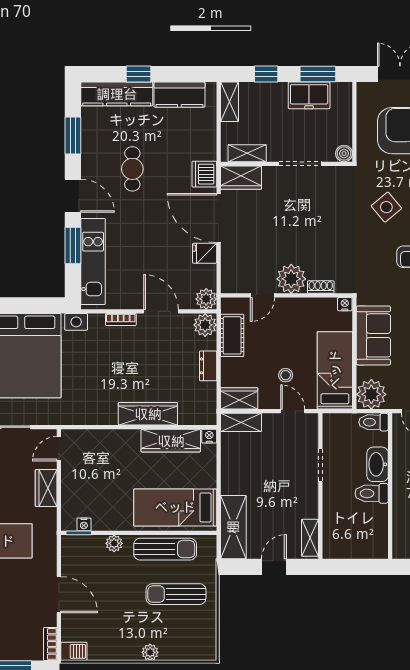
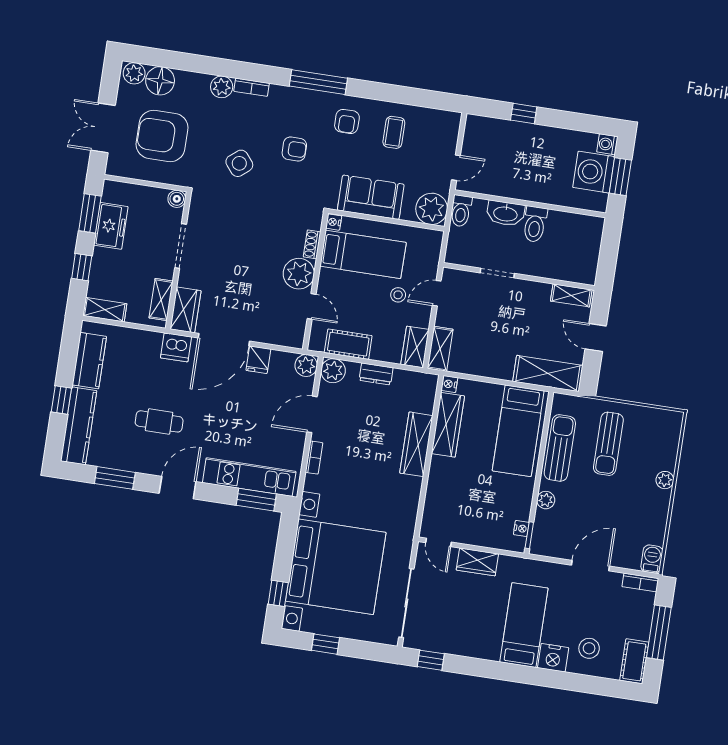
window: (73, 246) -> (256, 500), moved
bed: (335, 370) -> (363, 254), moved, turned 180

